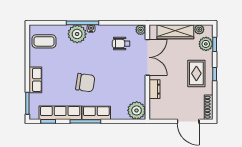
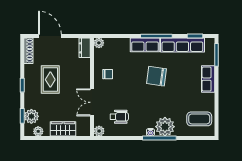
wardrobe: (175, 32) -> (63, 129), width x0.67
double door: (147, 57) -> (92, 102), width x0.73
rug: (196, 73) -> (50, 80), moved
chair: (132, 85) -> (108, 74), added
dresser: (155, 89) -> (85, 48), moved
plant: (137, 110) -> (99, 43), width x0.53, depth x0.53

